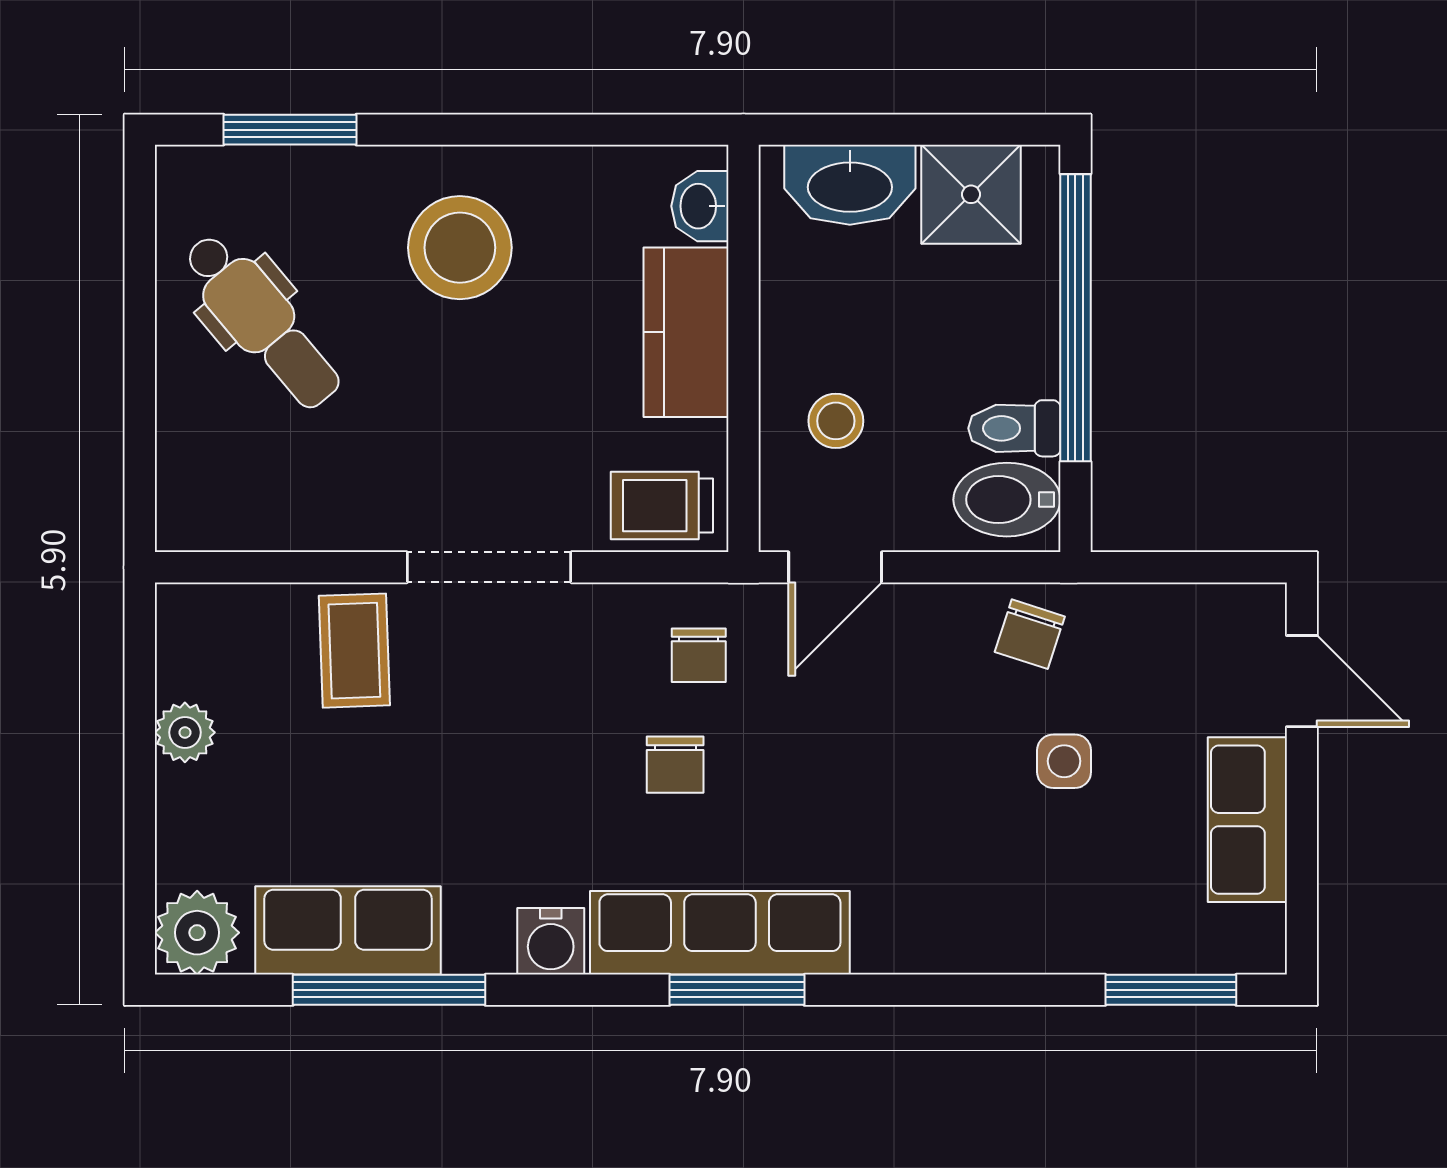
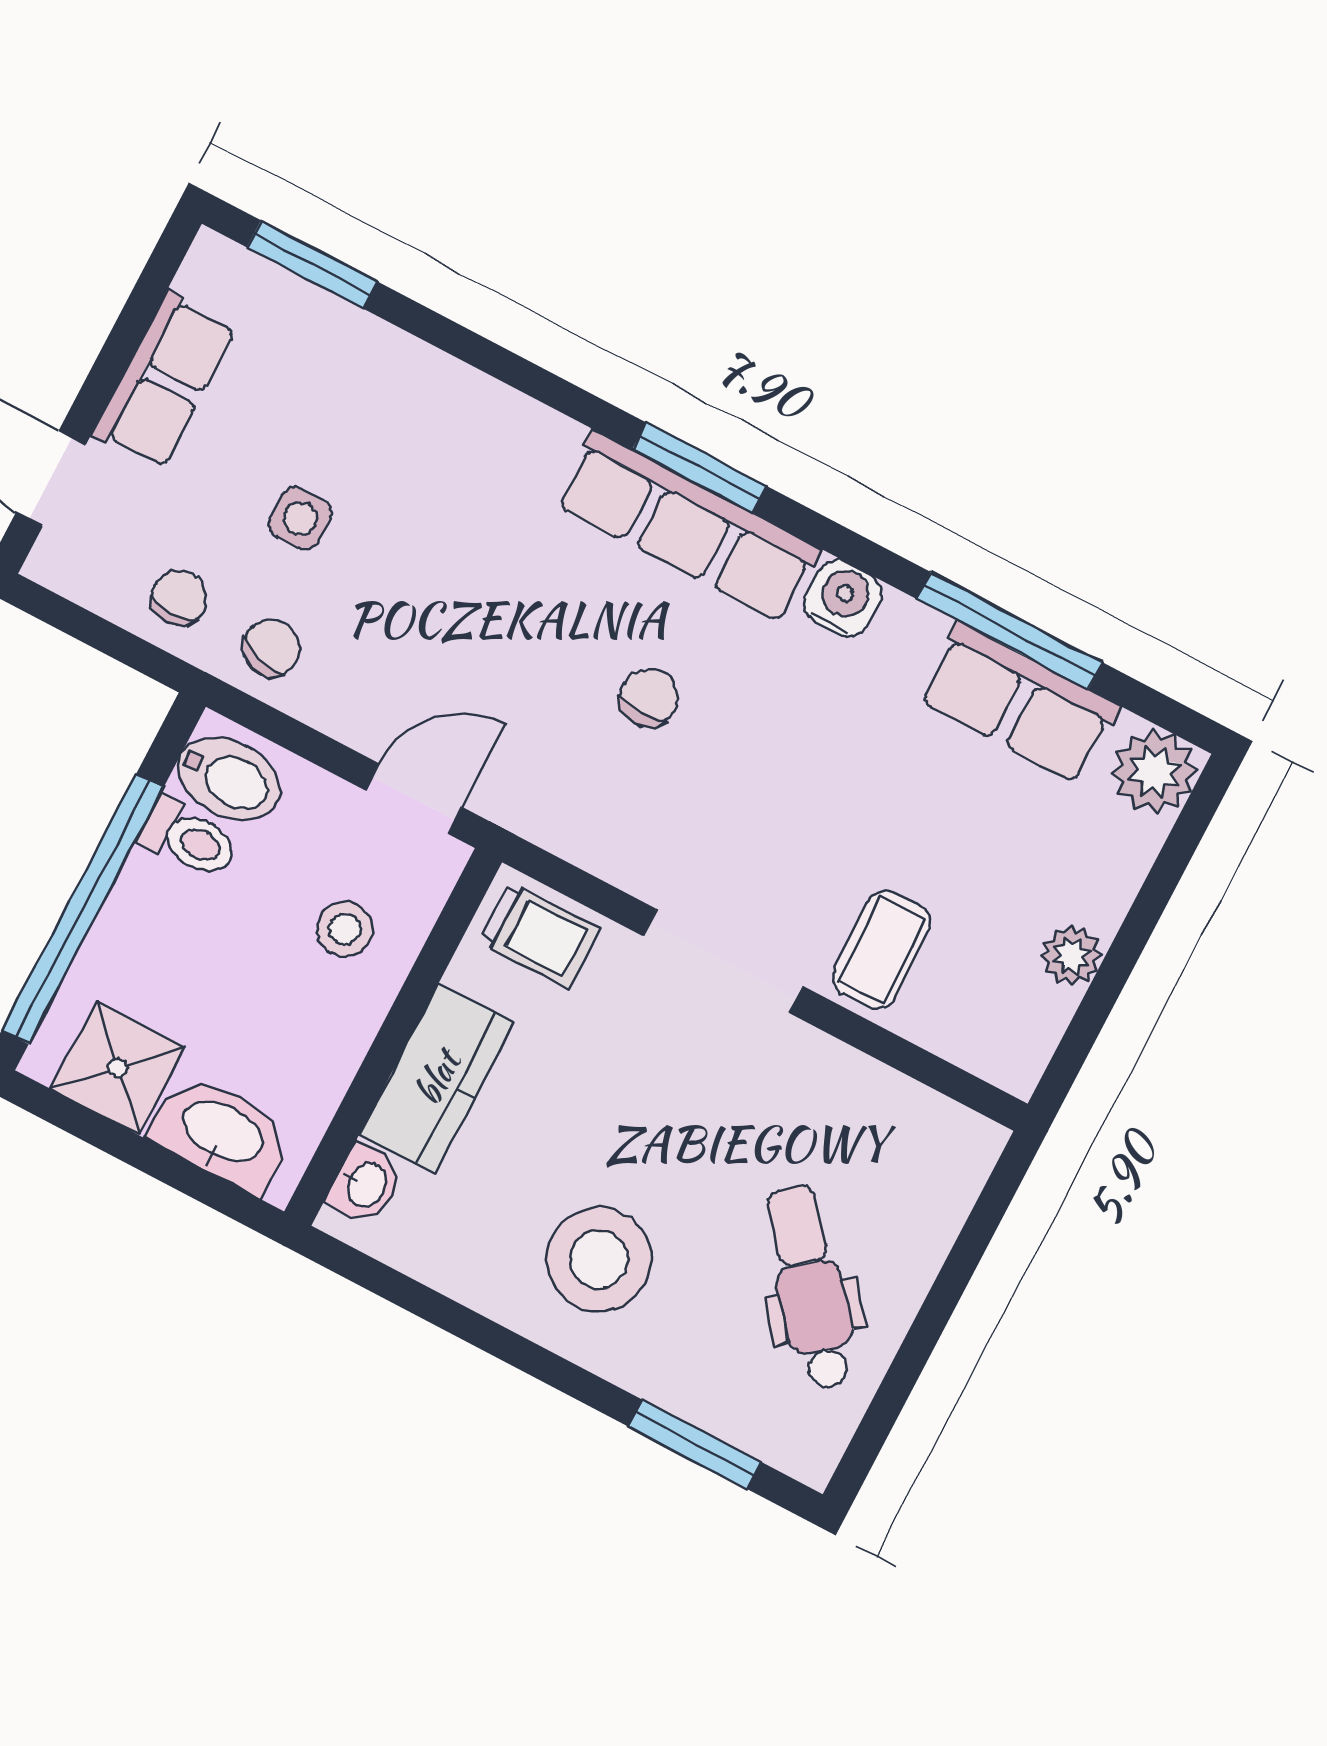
chair: (699, 655) -> (179, 598), moved

